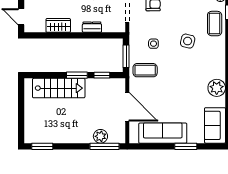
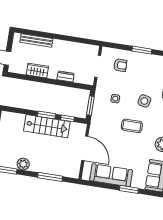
coffee table: (145, 70) -> (132, 126), moved
stairs: (59, 88) -> (47, 126), moved
plant: (100, 136) -> (23, 164), moved
window: (105, 146) -> (50, 177), moved

